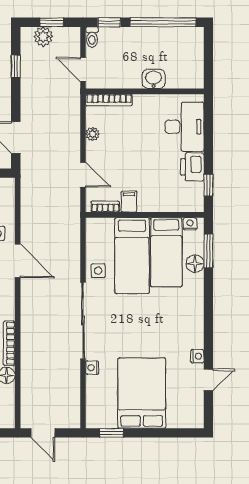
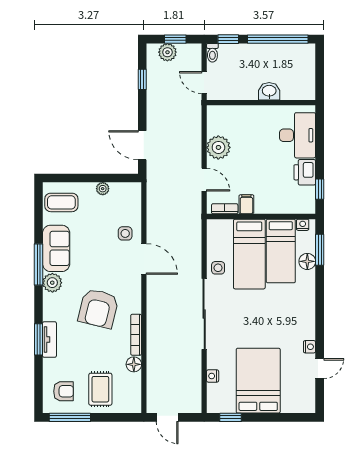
bookcase: (109, 100) -> (228, 111), removed
plant: (93, 134) -> (218, 147), width x1.88, depth x1.88
nightstand: (92, 368) -> (213, 376), moved

